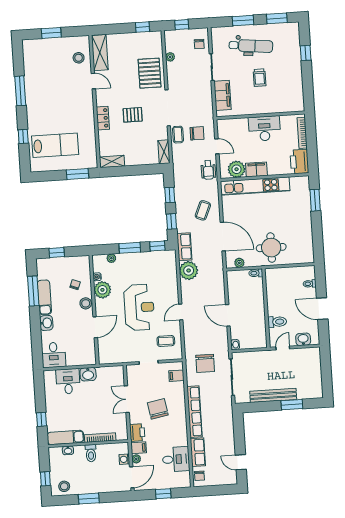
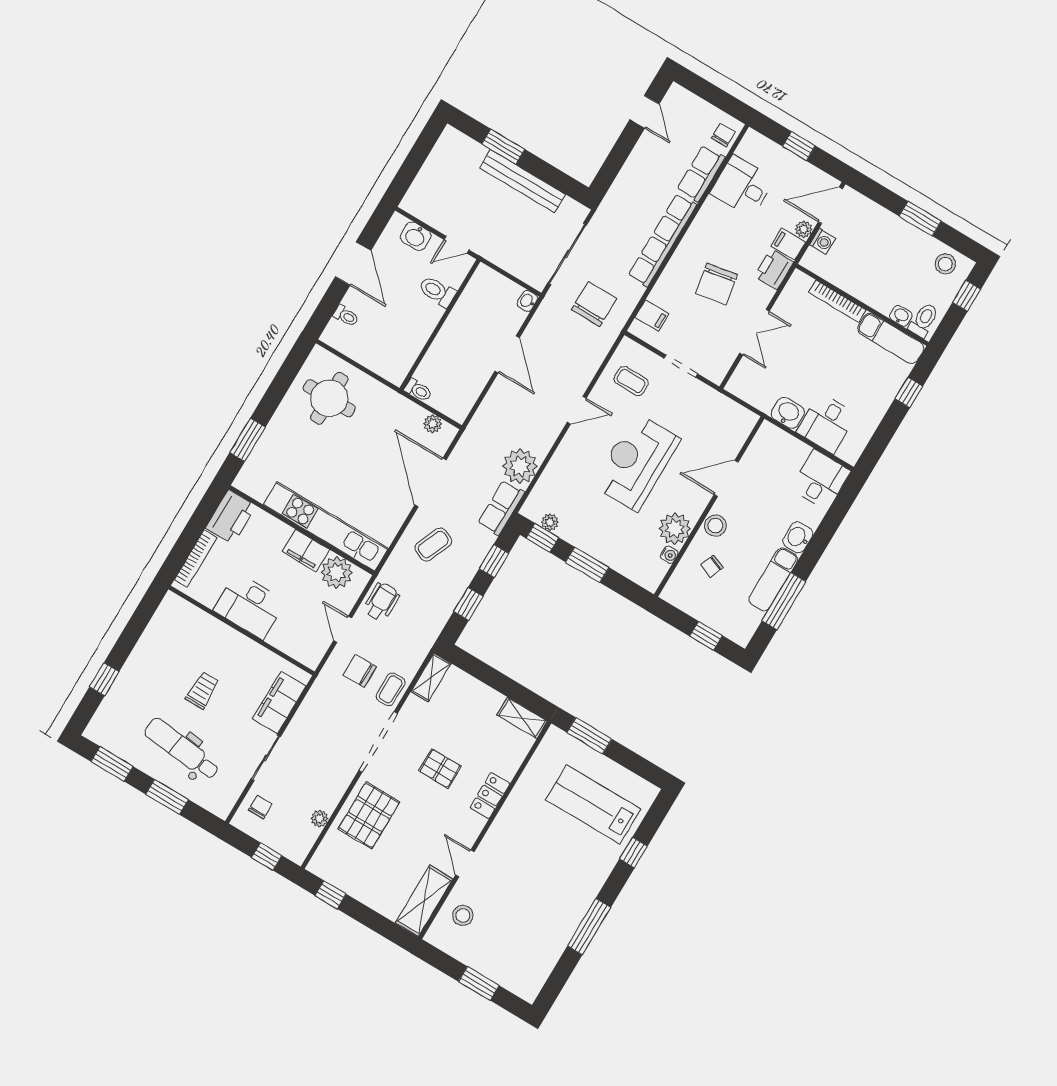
round table: (271, 248) -> (329, 398), moved
plant: (111, 258) -> (550, 522), moved
toilet: (91, 453) -> (924, 320), moved

